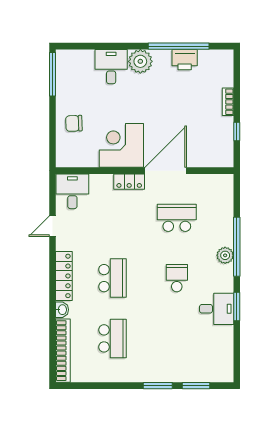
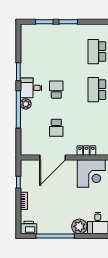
printer: (185, 60) -> (29, 228), moved
door: (166, 171) -> (53, 157), moved
school desk: (177, 218) -> (56, 128), width x0.54
school desk: (177, 278) -> (56, 90), turned 180
desk: (217, 309) -> (31, 88), moved

